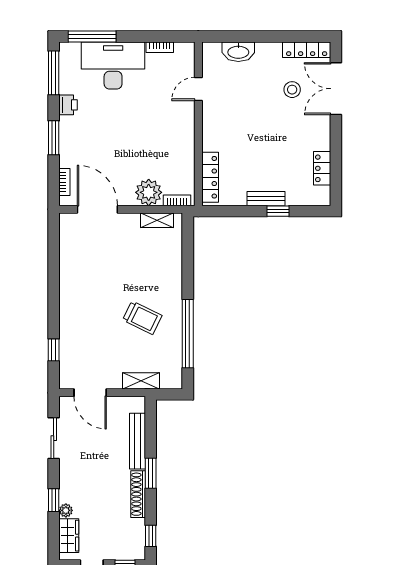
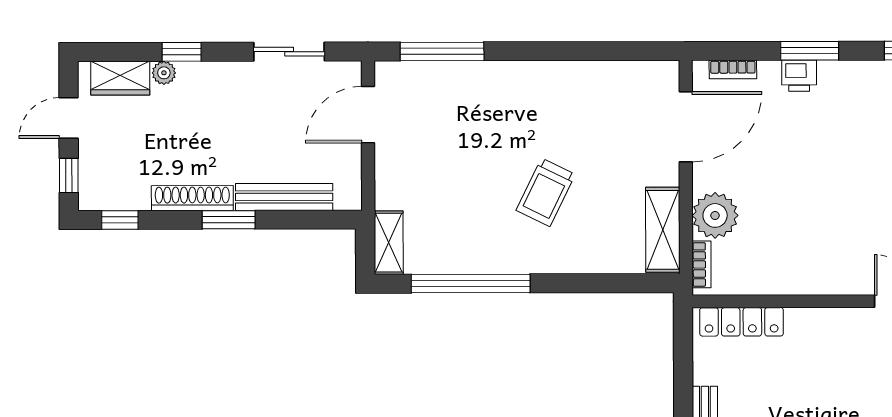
printer: (68, 105) -> (799, 76), moved
shelving: (157, 220) -> (663, 230), width x1.50, depth x1.33
trolley: (142, 318) -> (546, 192), moved
window: (54, 350) -> (442, 51), width x2.17
shelving: (141, 381) -> (389, 243), moved

